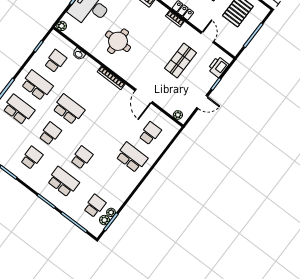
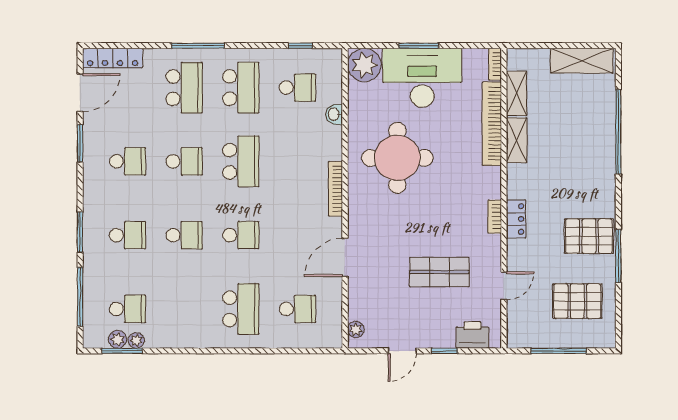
plant: (62, 26) -> (364, 65), width x1.87, depth x1.87
round table: (118, 41) -> (397, 158), width x1.36, depth x1.36
door: (202, 102) -> (402, 351), hinge flipped
school desk: (100, 133) -> (241, 235), added
school desk: (63, 182) -> (128, 235), width x0.54

